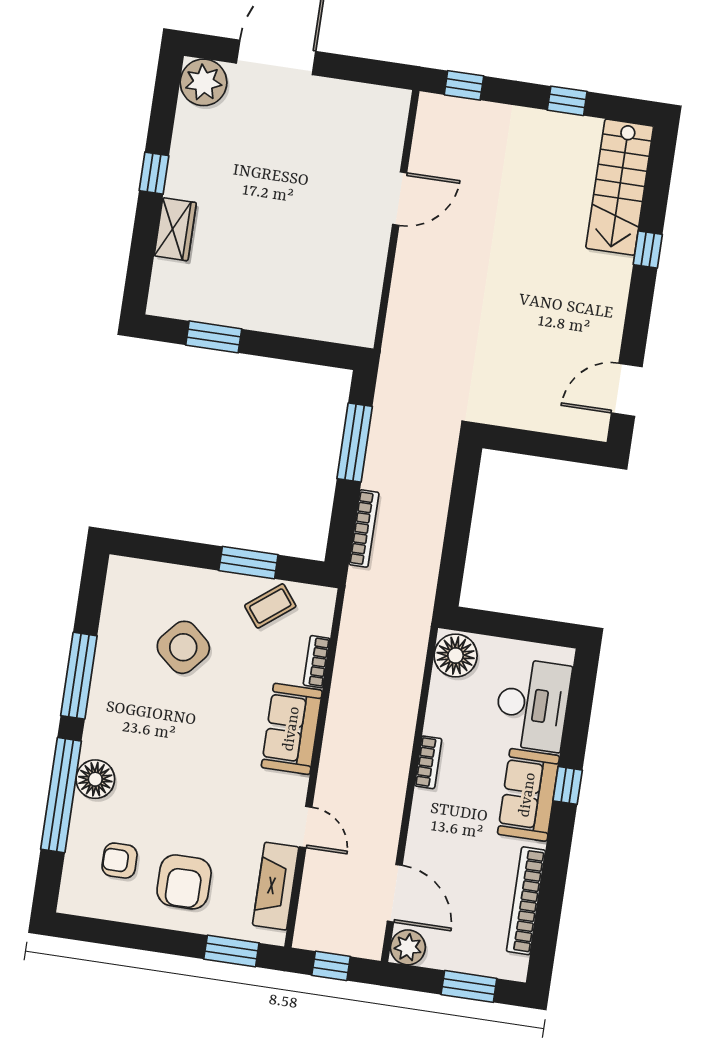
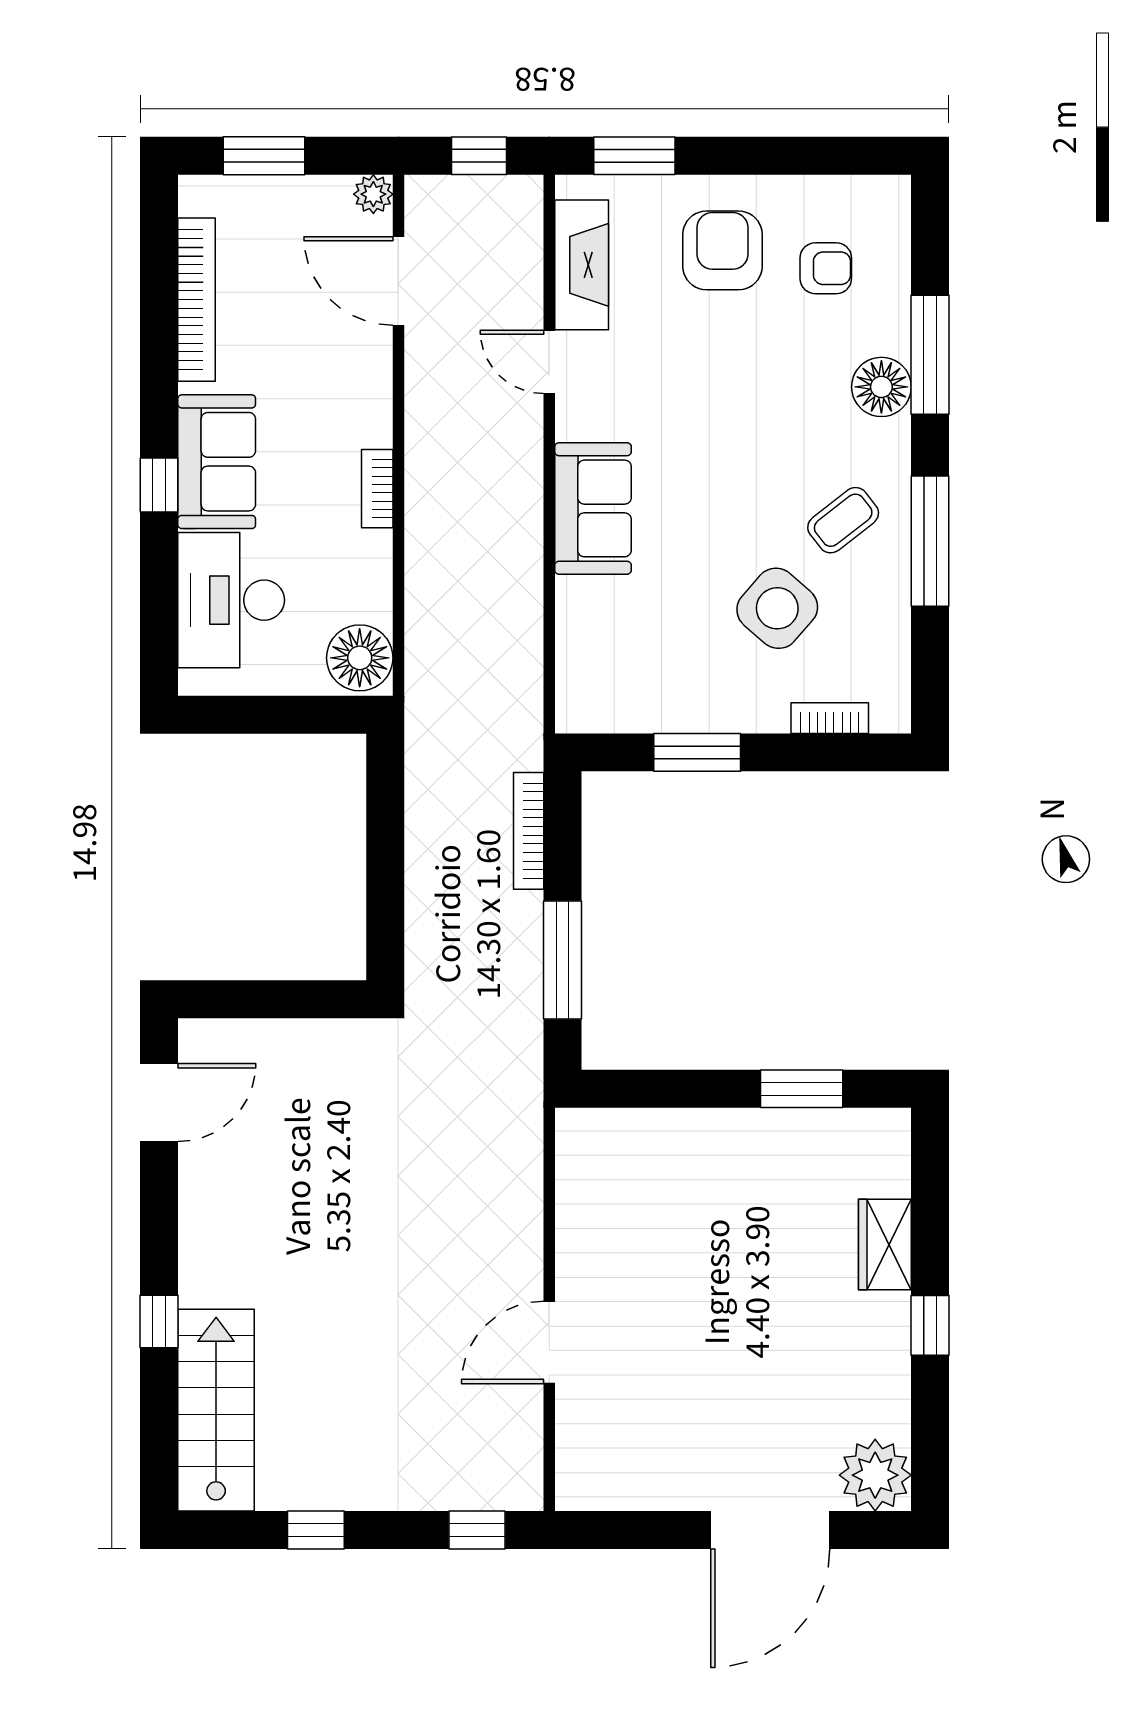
coffee table: (270, 606) -> (843, 520), moved
bookcase: (317, 662) -> (830, 718), moved, turned -90
window: (61, 795) -> (930, 355), width x0.68
plant: (408, 947) -> (373, 194), width x0.73, depth x0.73

